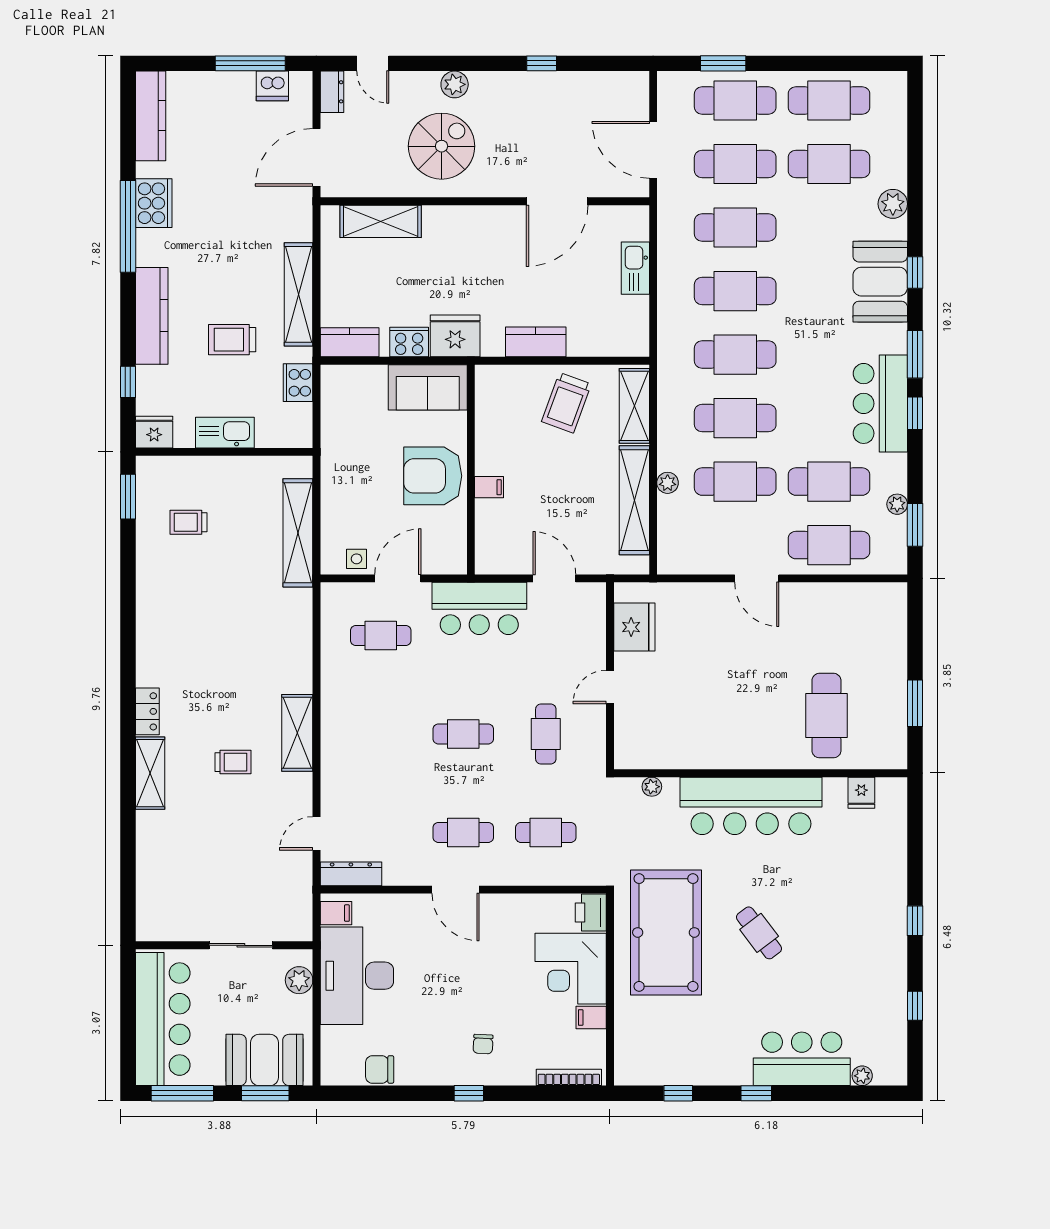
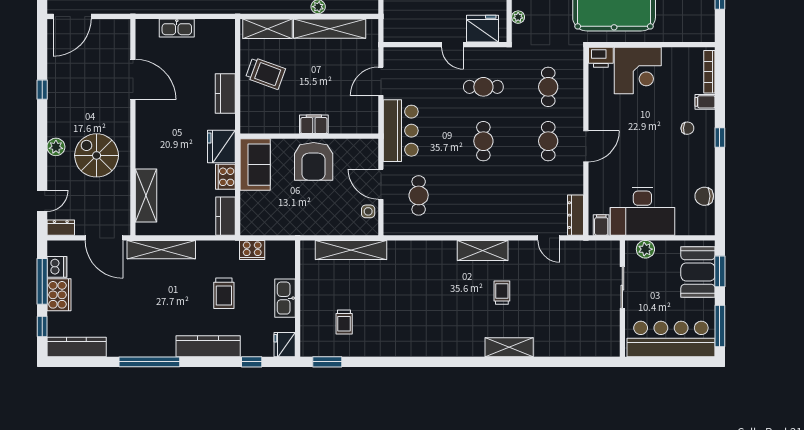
window: (182, 63) -> (42, 327), added
door: (653, 150) -> (72, 16), moved
cooker: (154, 203) -> (59, 295), moved, turned 90
shelving: (299, 294) -> (161, 250), moved
filing cabinet: (489, 487) -> (314, 124), width x2.00
fridge: (634, 627) -> (482, 29), moved
locker: (147, 711) -> (469, 349), removed
filing cabinet: (591, 1018) -> (705, 102), moved, turned 90
chair: (380, 1069) -> (704, 196), turned 90

